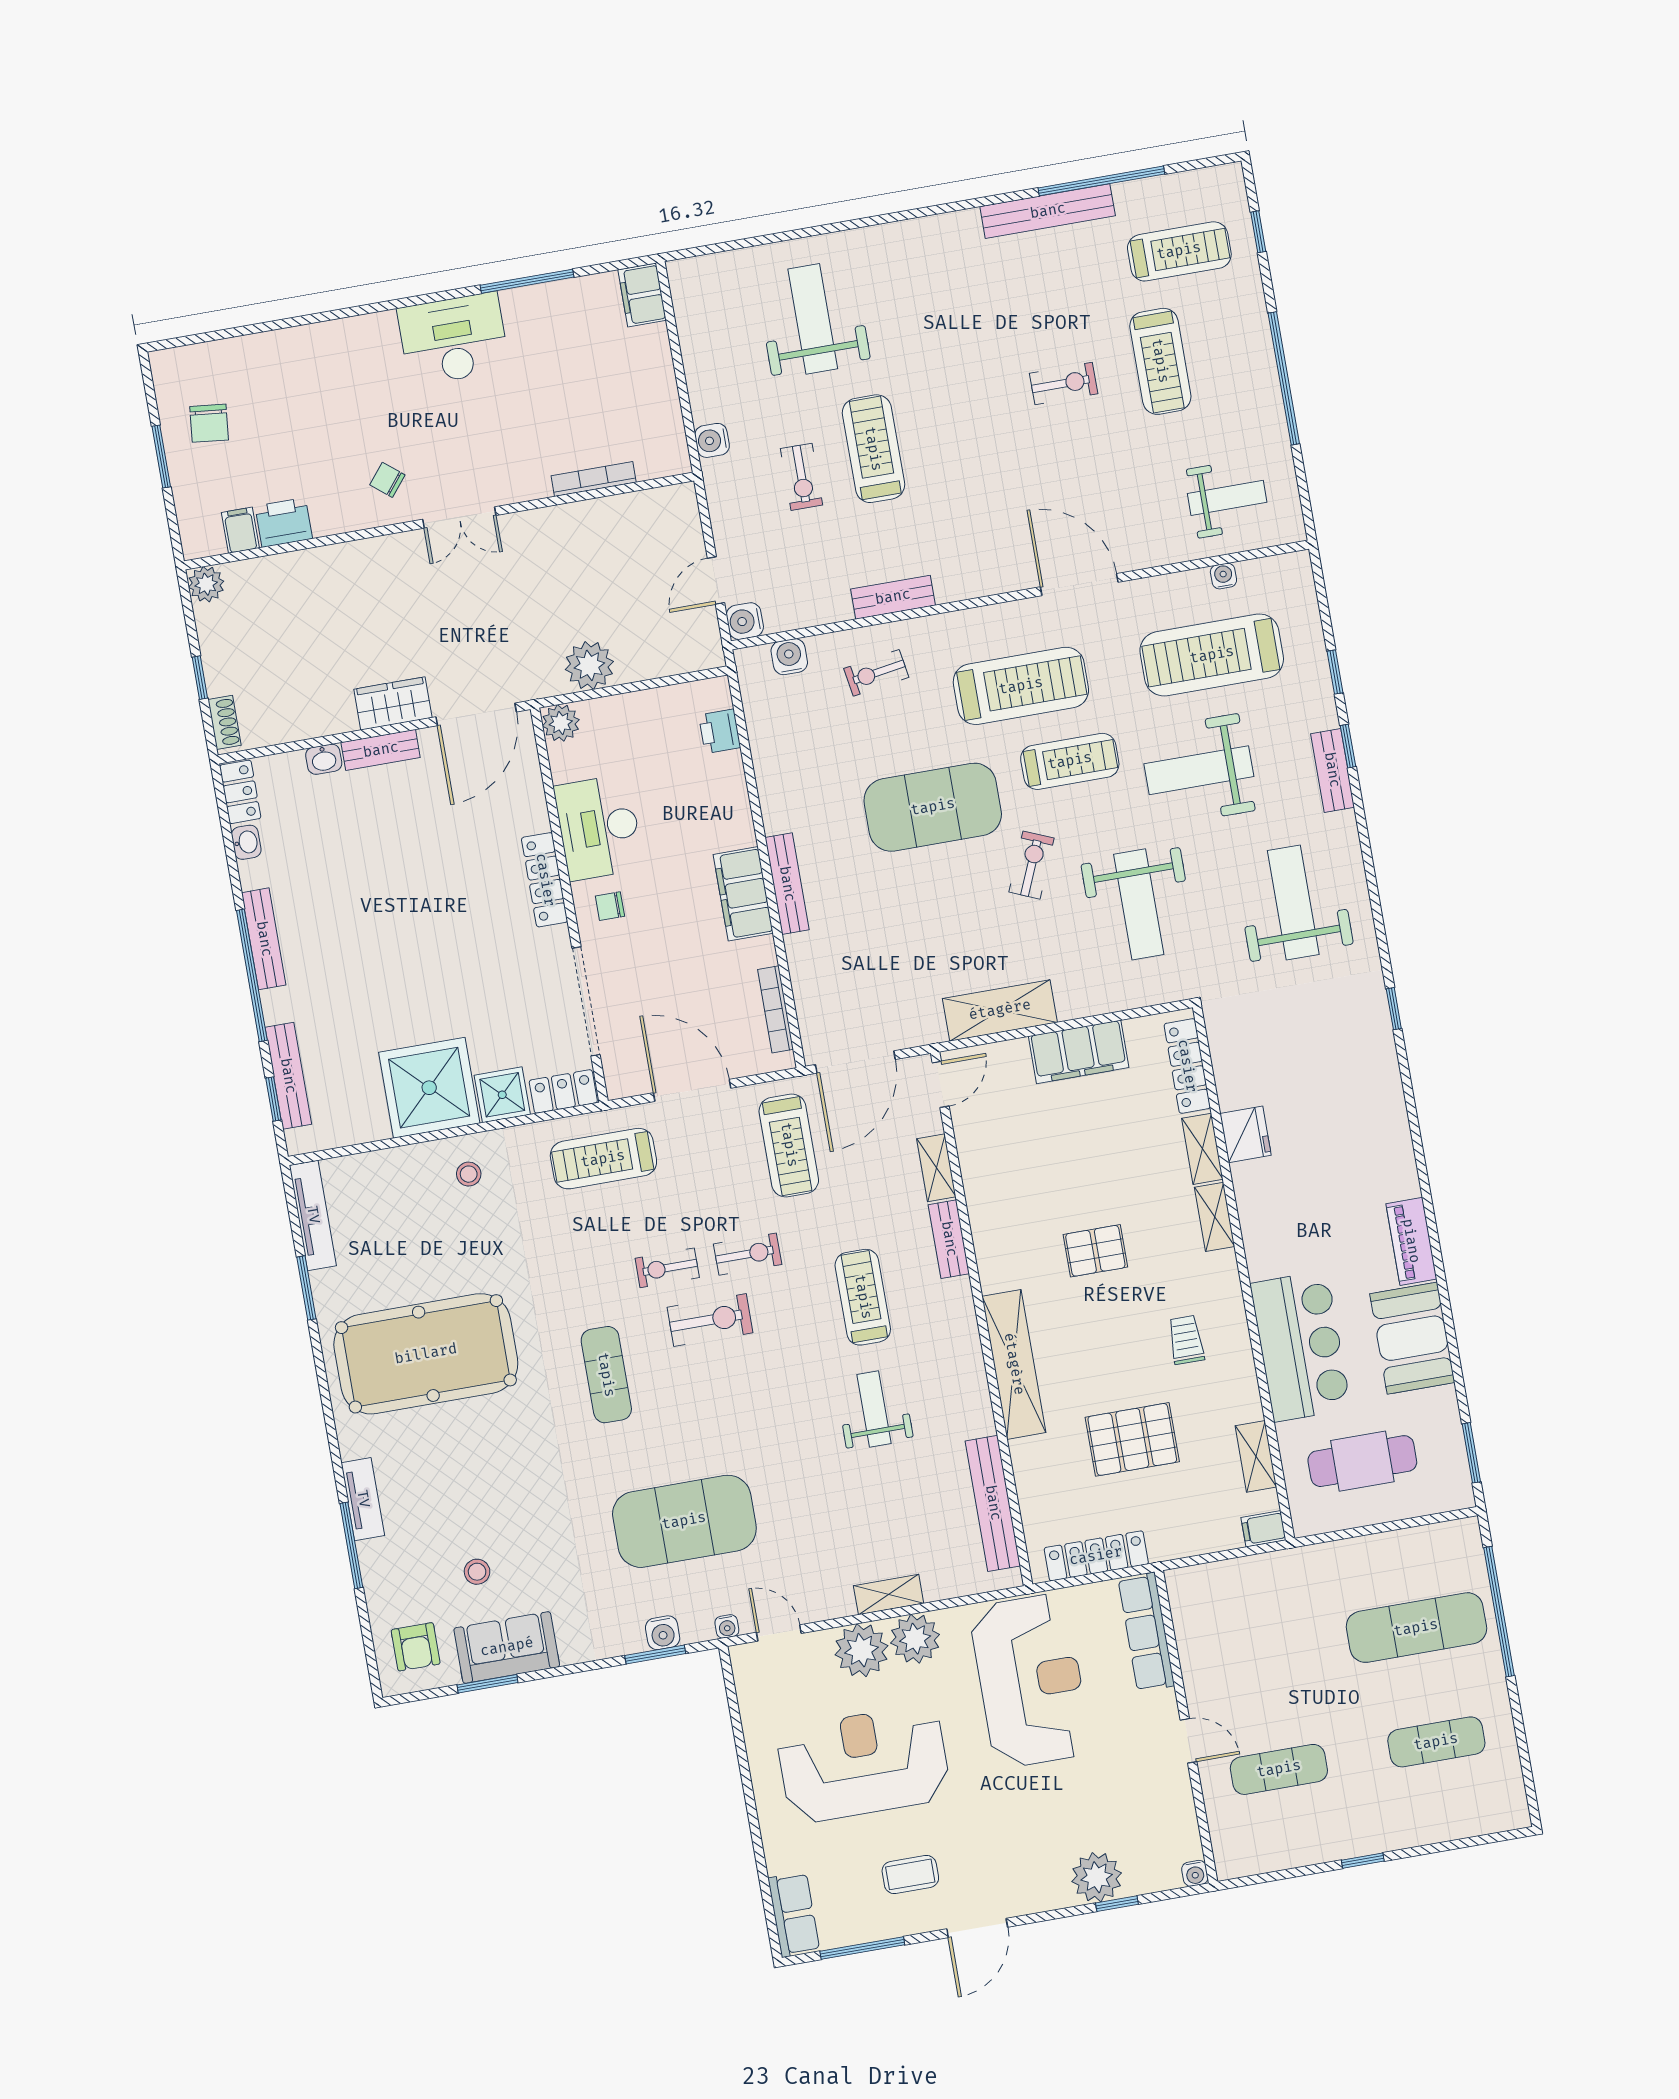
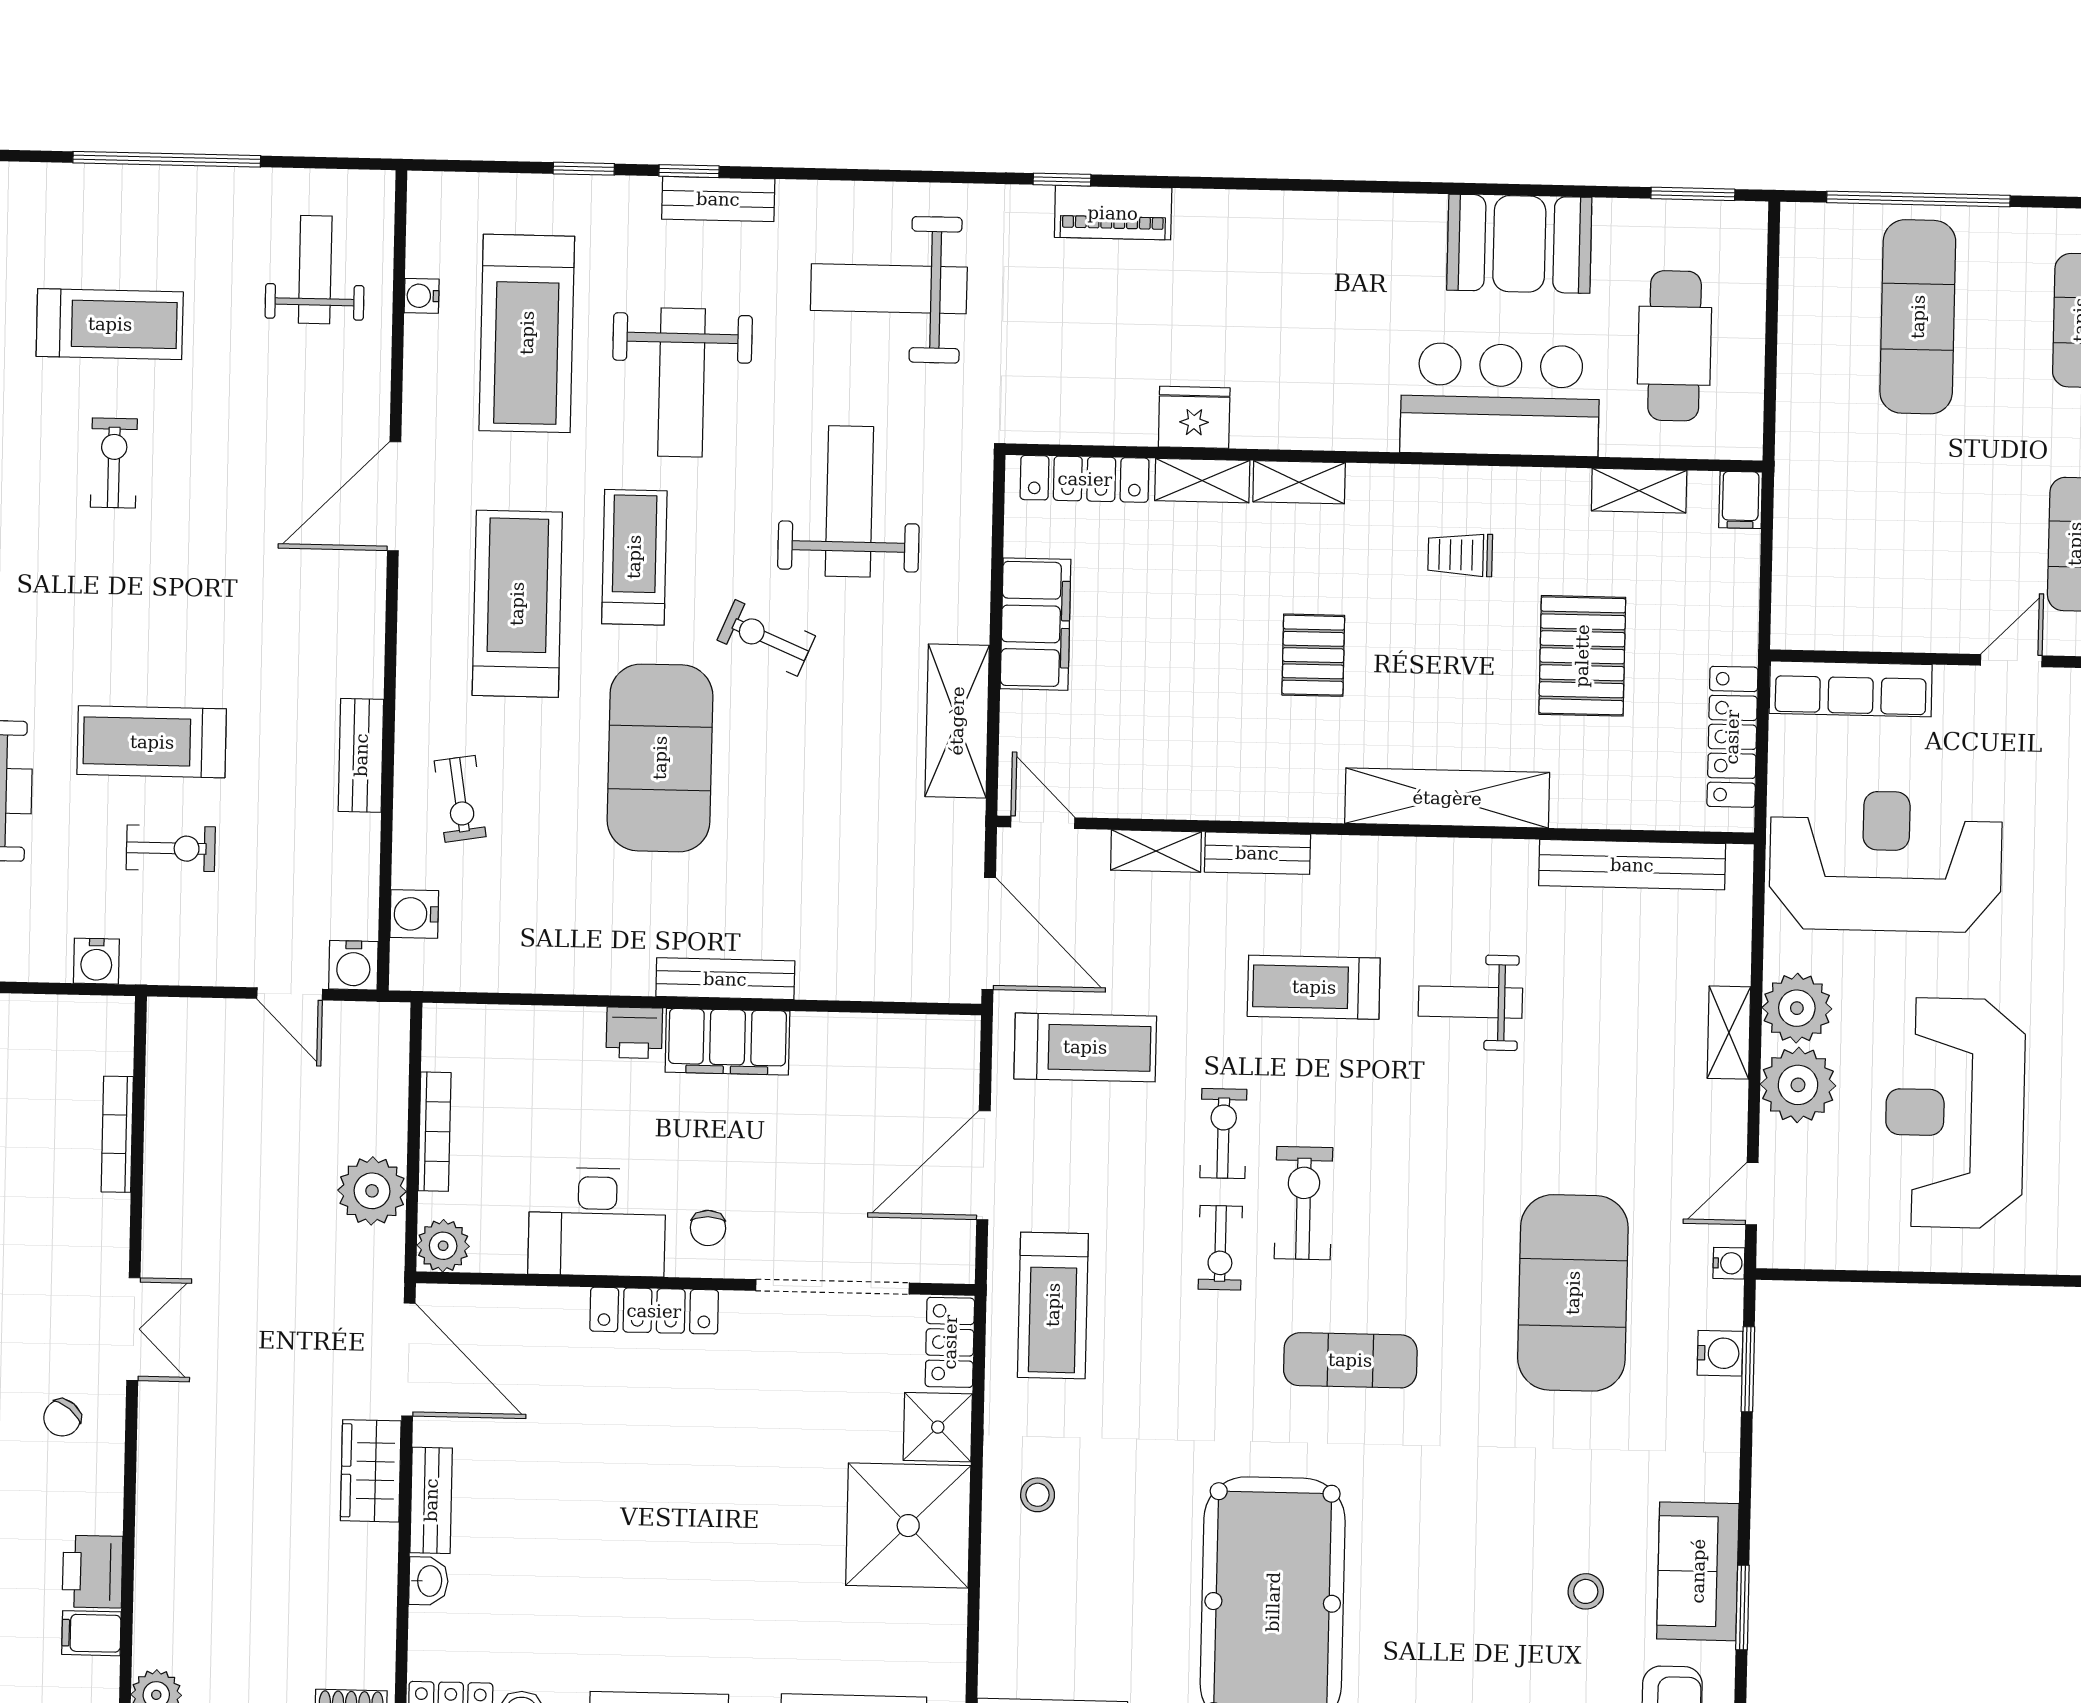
printer: (720, 731) -> (634, 1033), moved
weight bench: (1139, 904) -> (849, 501), turned -90
bookcase: (776, 1009) -> (435, 1132), moved, turned -90
piano: (1411, 1241) -> (1113, 213), moved

